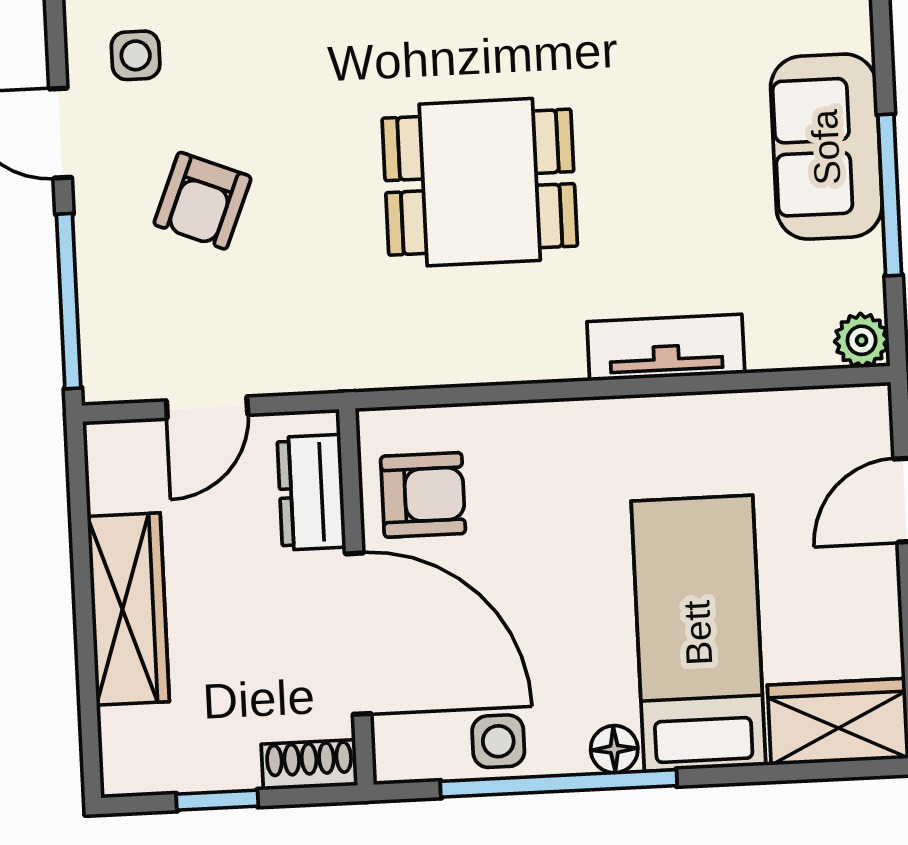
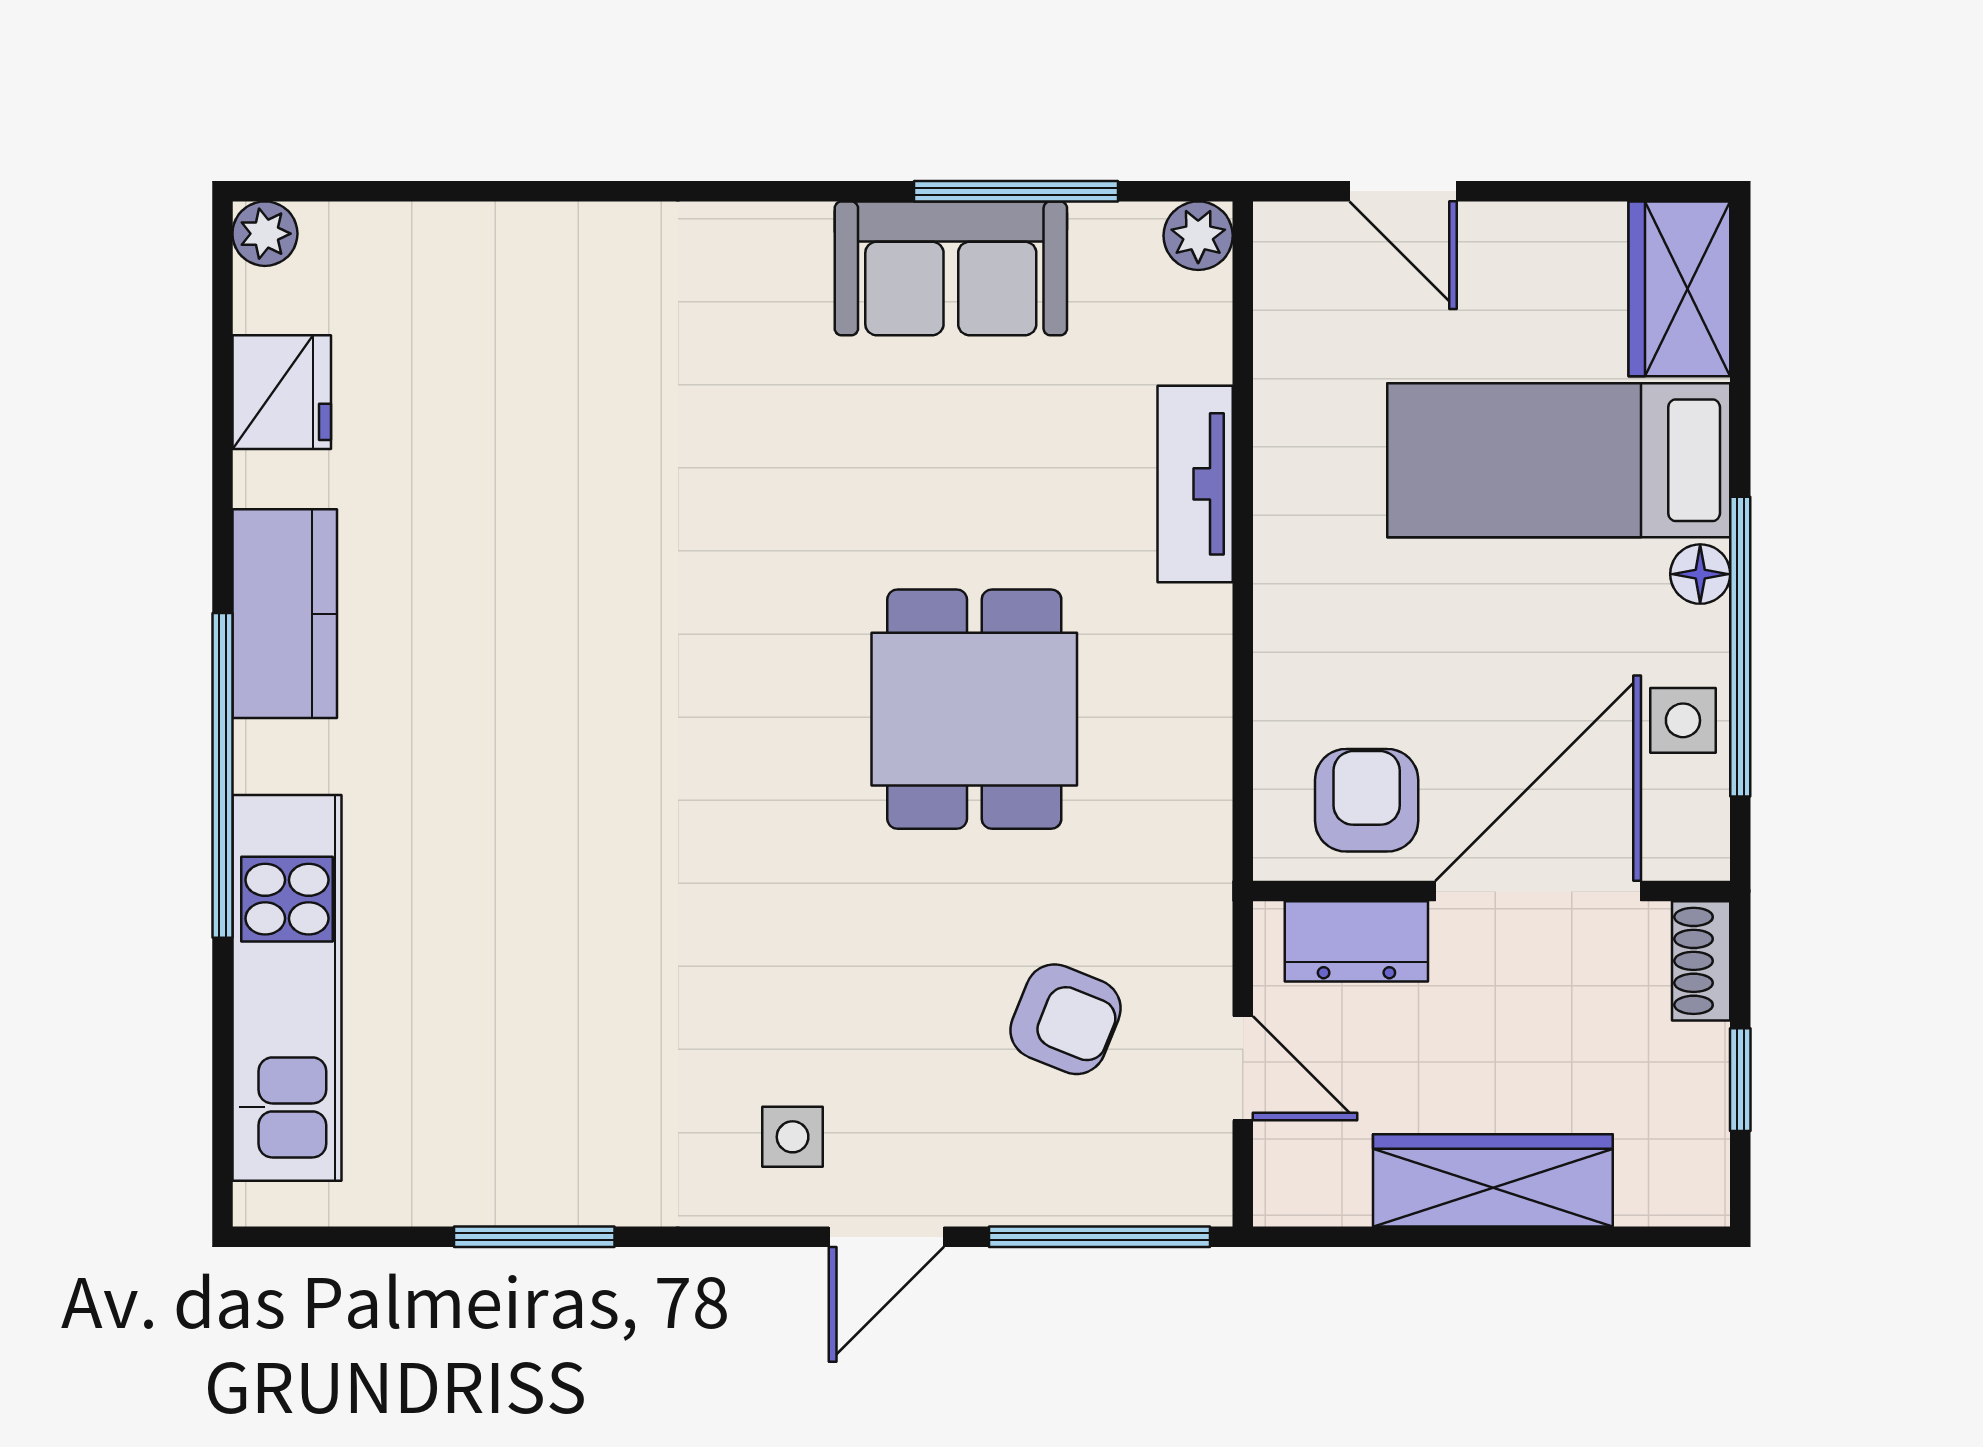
armchair: (202, 201) -> (1066, 1019), moved

